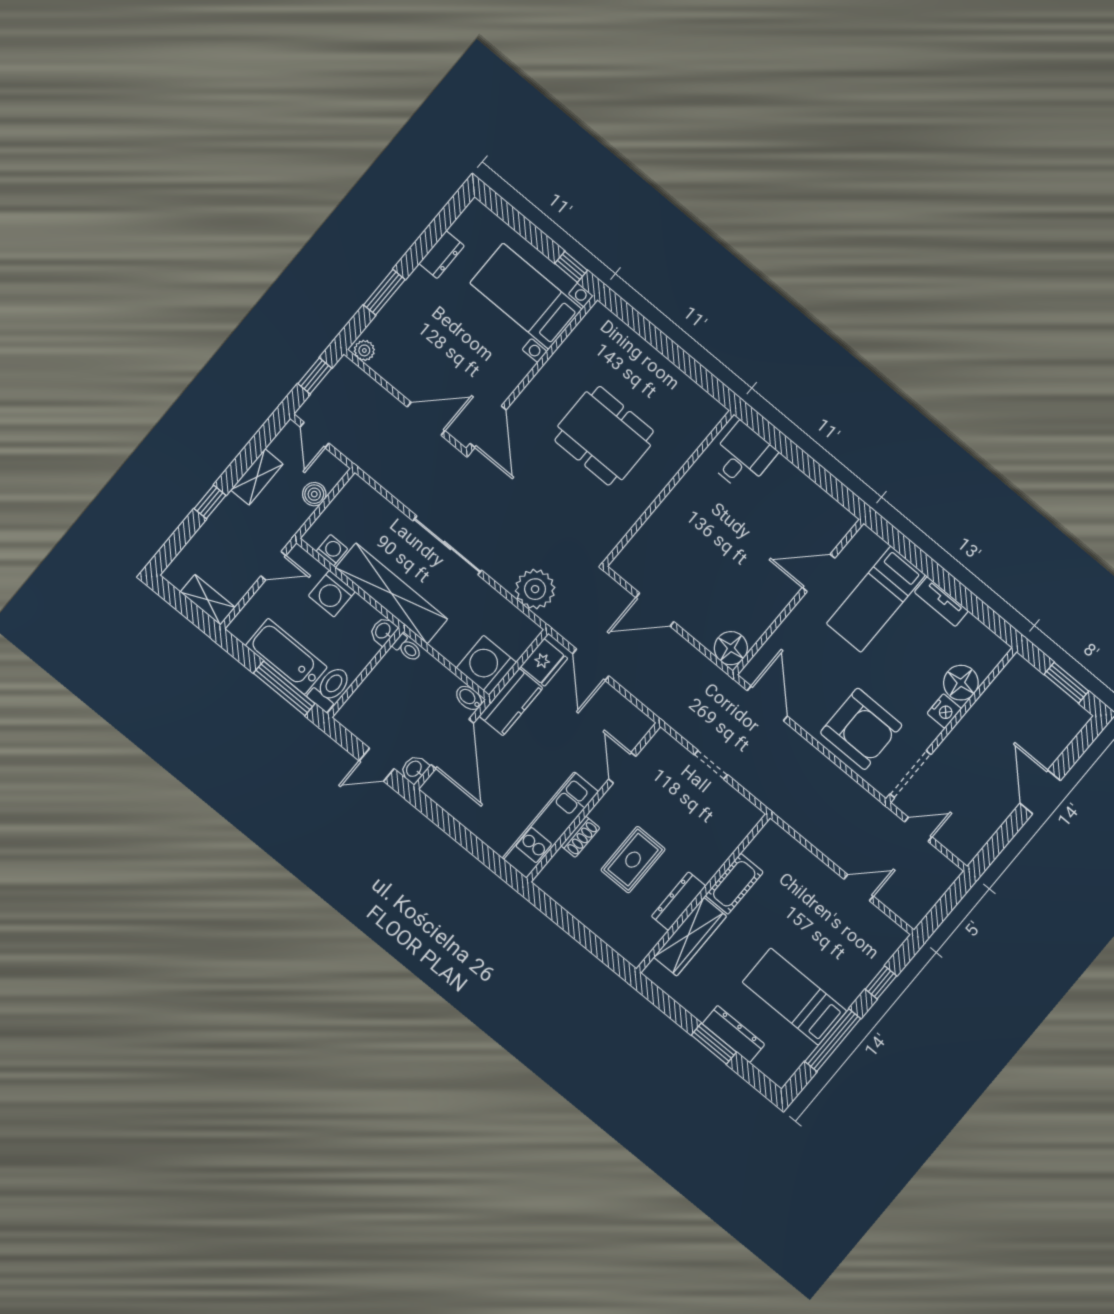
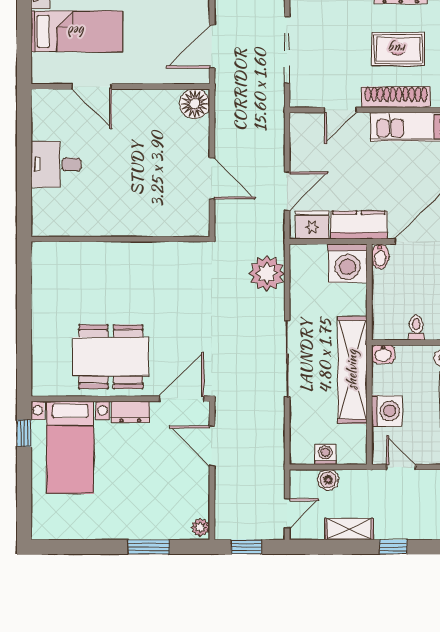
dresser: (442, 255) -> (130, 412), moved, turned 180
dining table: (604, 436) -> (111, 357), moved, turned 90
desk: (742, 457) -> (56, 164), moved
washing machine: (332, 550) -> (325, 454), moved, turned 90
toilet: (407, 648) -> (416, 328), moved
doorway: (711, 765) -> (287, 50), width x1.88
shoe rack: (580, 837) -> (396, 97), width x1.94, depth x1.24

